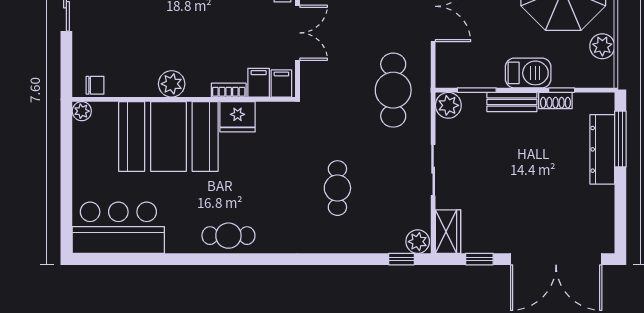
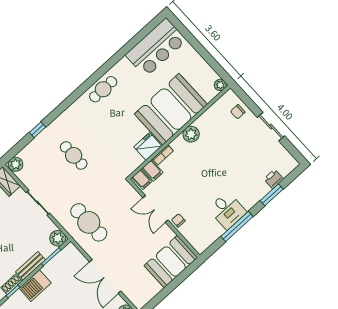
chair: (95, 85) -> (238, 112), moved
window: (401, 259) -> (38, 130), moved

